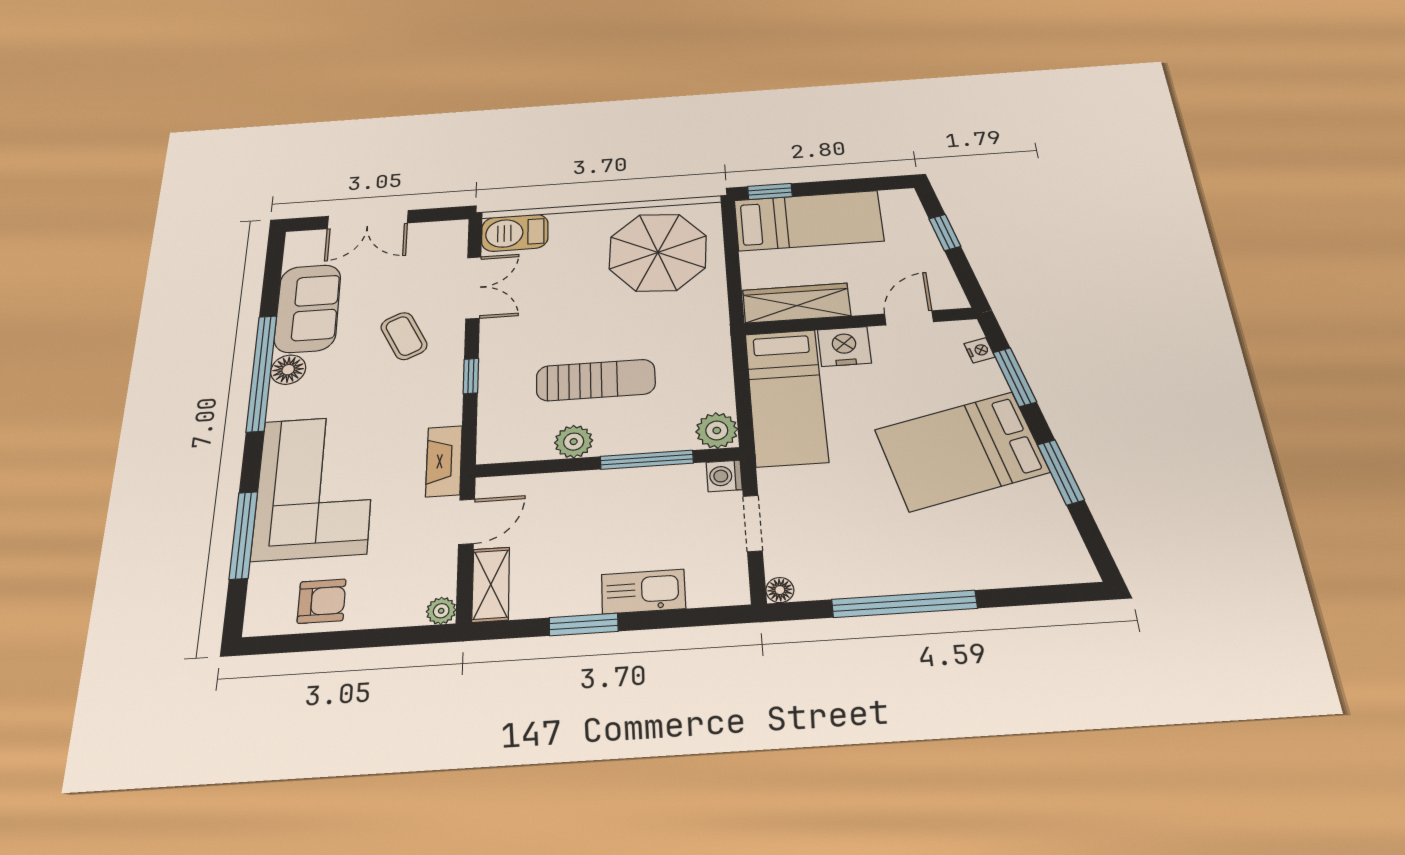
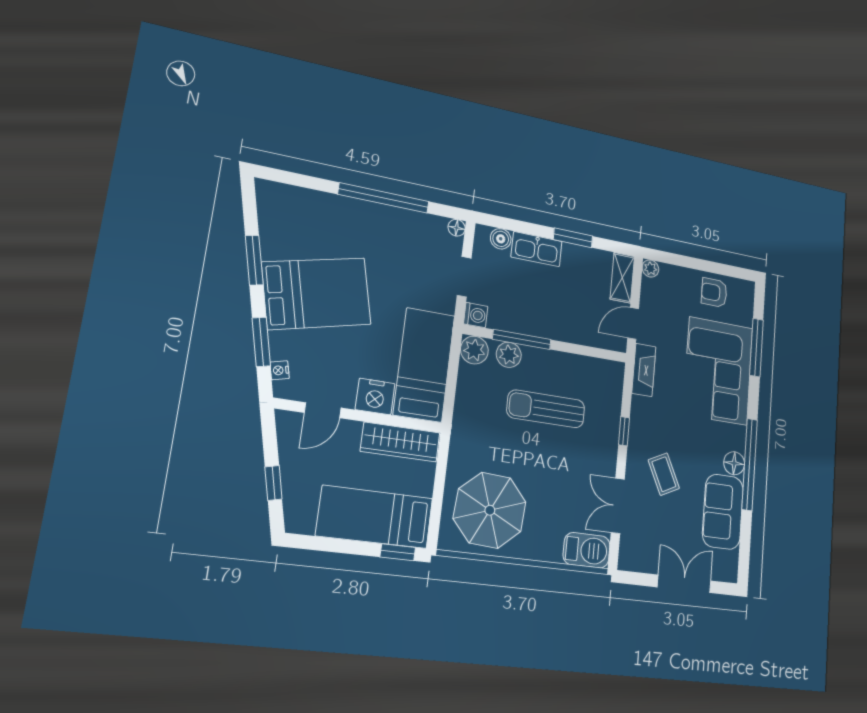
plant: (574, 442) -> (509, 355), moved
boiler: (705, 592) -> (501, 239), added

